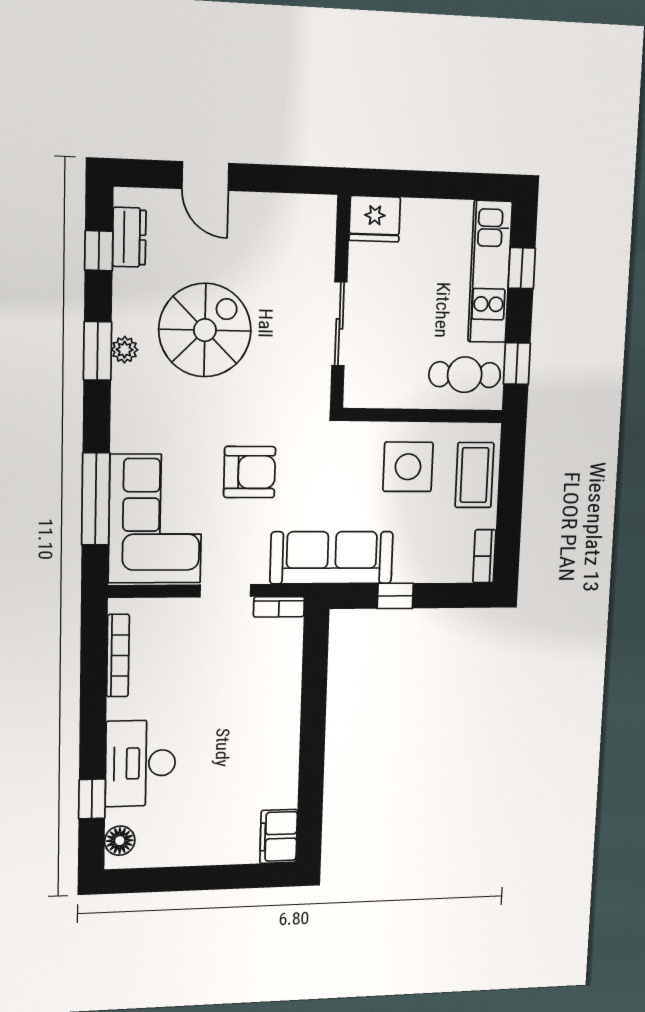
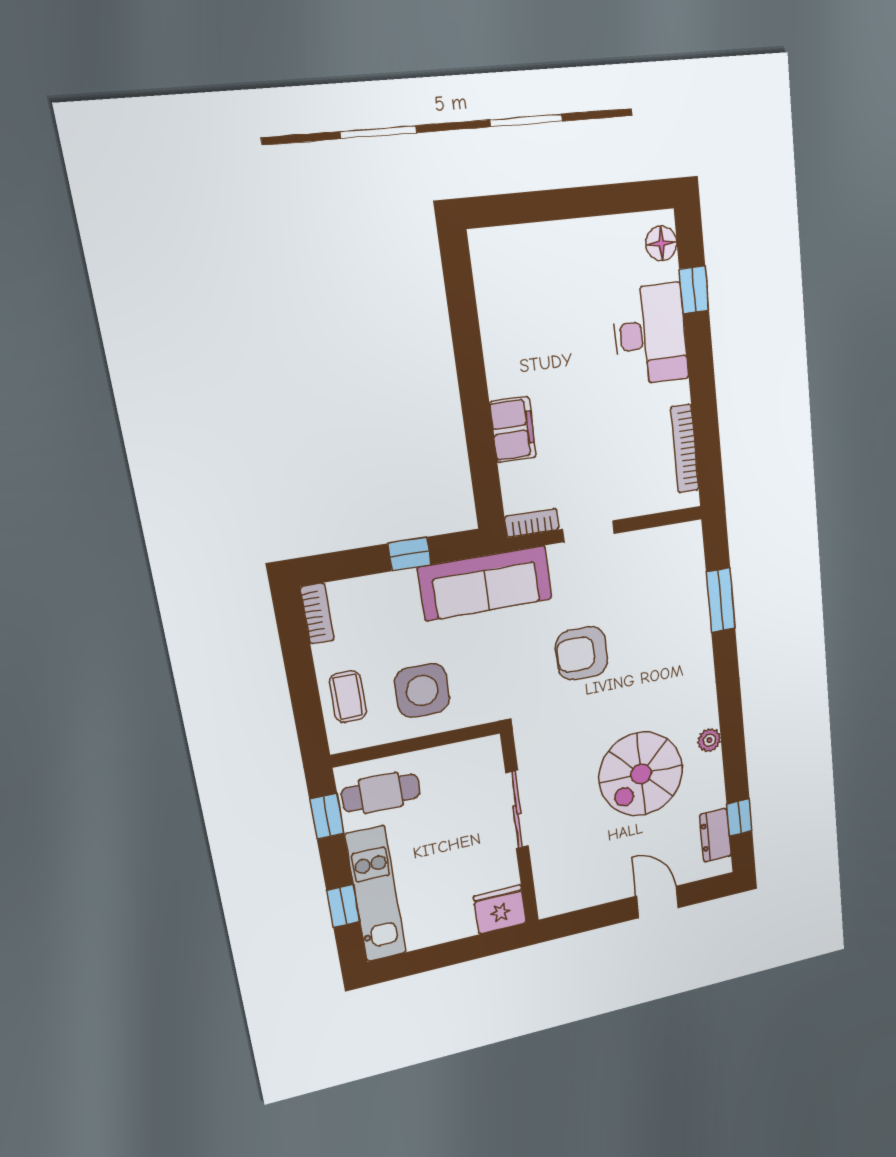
window: (98, 351) -> (732, 734), removed
coffee table: (474, 475) -> (348, 697), width x0.73, depth x0.77
window: (96, 499) -> (721, 600), width x0.69
corner sofa: (155, 519) -> (665, 592), removed
filing cabinet: (279, 836) -> (513, 429), moved

